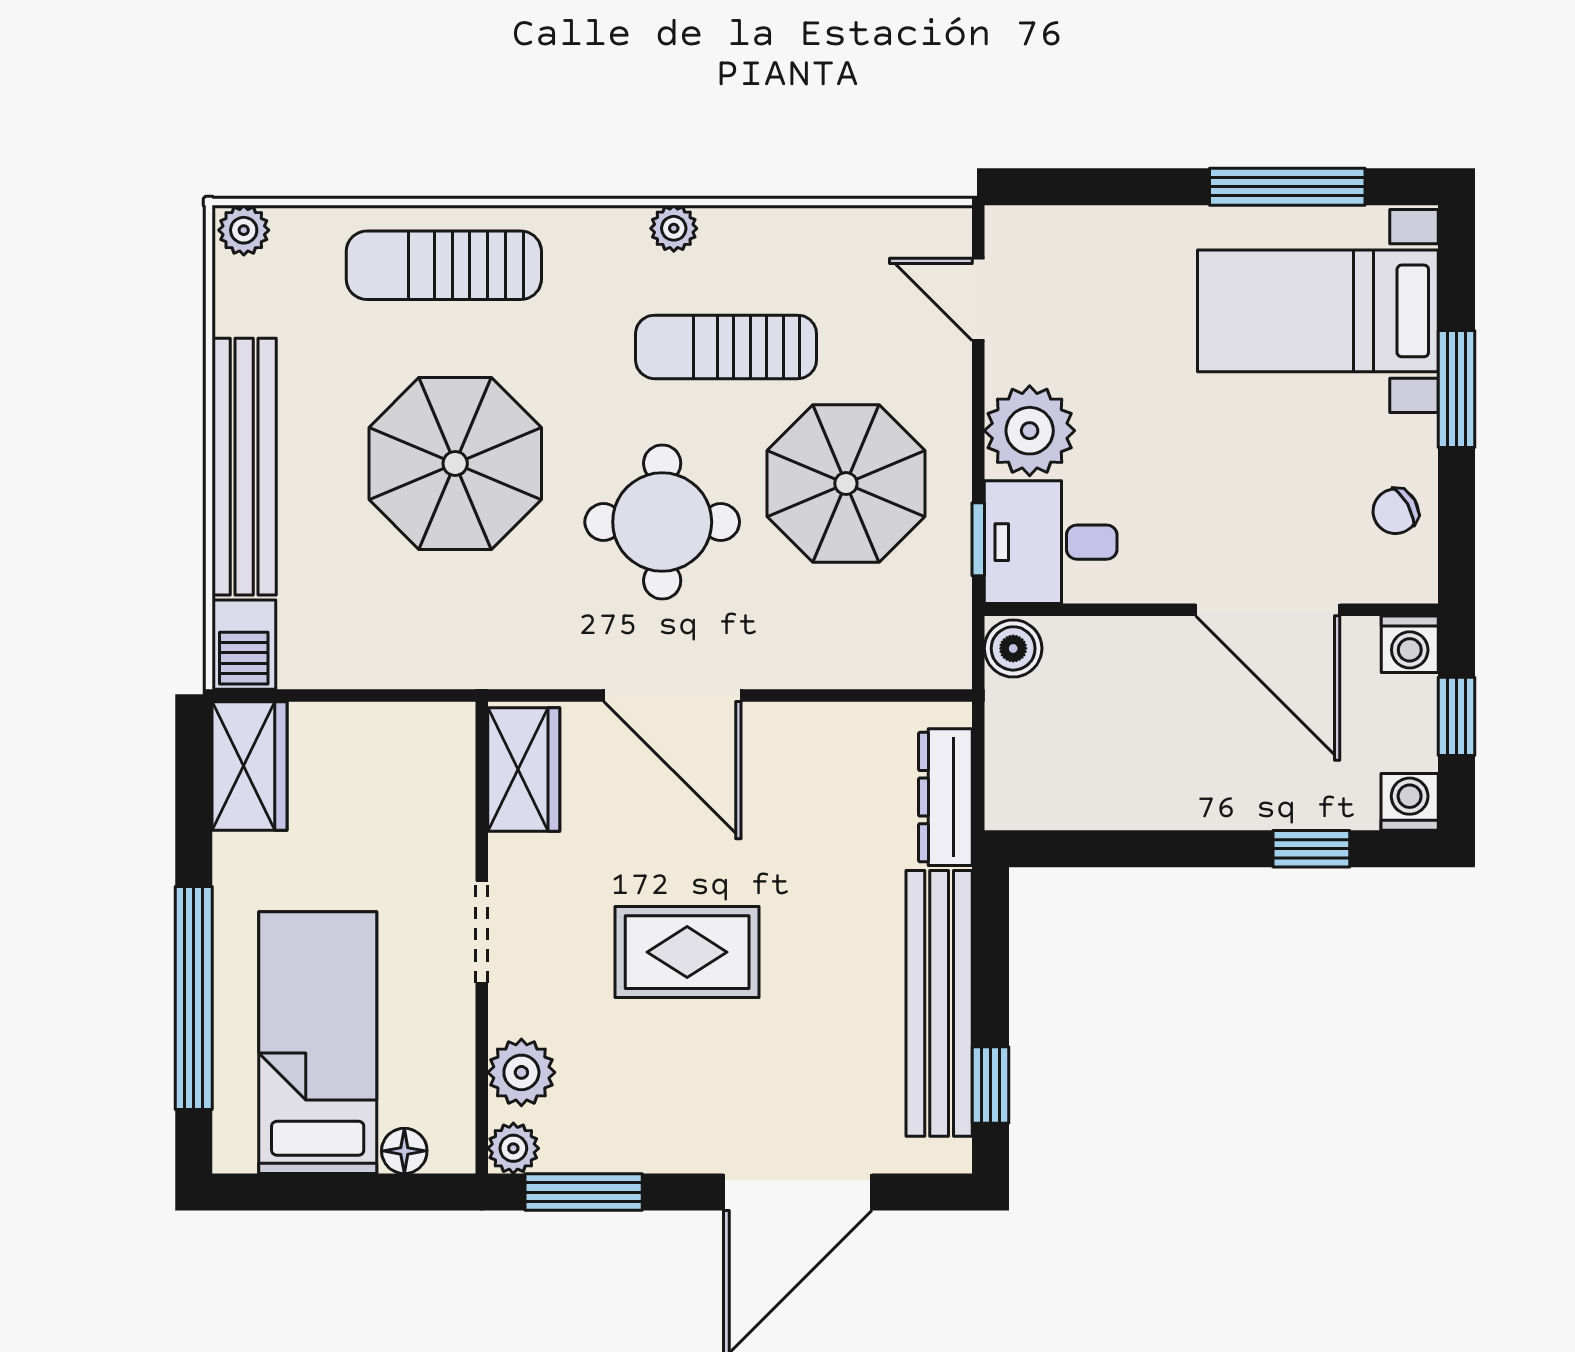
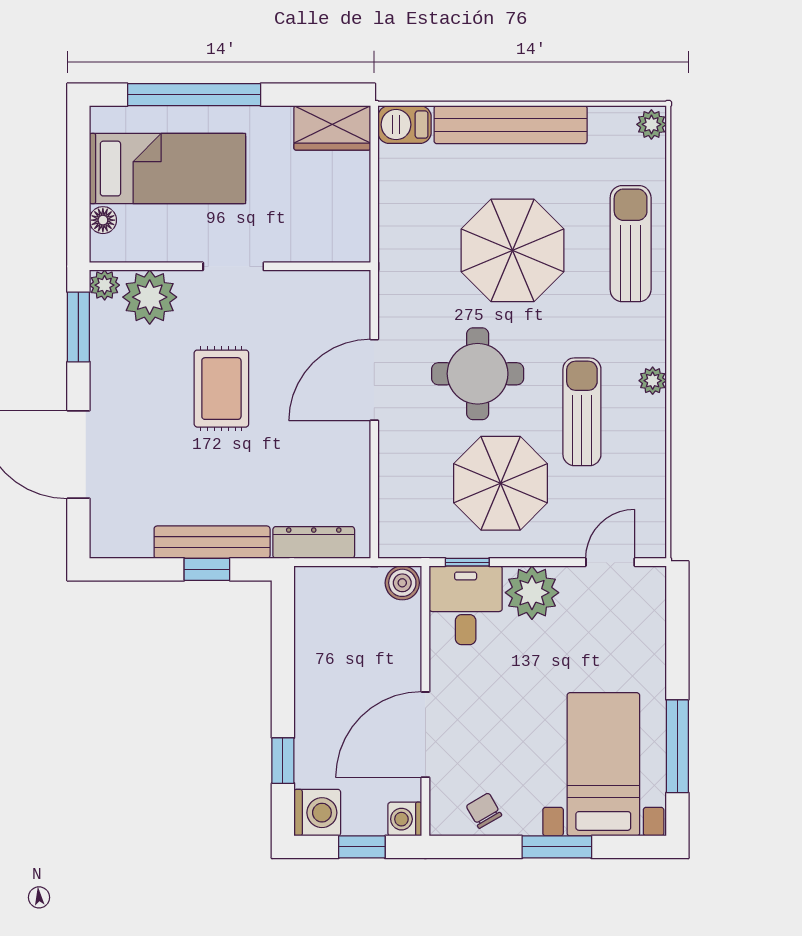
wardrobe: (524, 770) -> (330, 291), removed
washing machine: (1410, 802) -> (317, 813), width x1.38, depth x1.38
bench: (939, 1003) -> (212, 542), width x0.73, depth x0.82
plant: (521, 1072) -> (150, 297), width x1.36, depth x1.36
window: (991, 1085) -> (207, 569), moved

